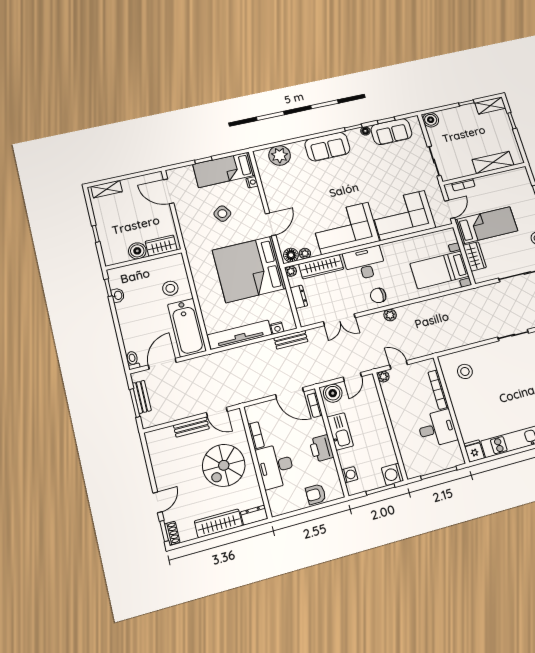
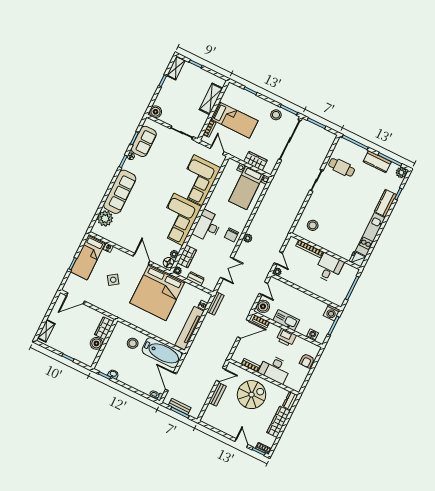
sofa: (327, 147) -> (120, 192), width x1.36
bed: (486, 225) -> (234, 120), moved, turned 90
wardrobe: (321, 267) -> (187, 256), width x0.67
door: (399, 365) -> (278, 258), swing flipped
spiral stairs: (224, 465) -> (252, 395), turned -90

